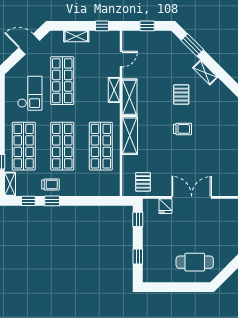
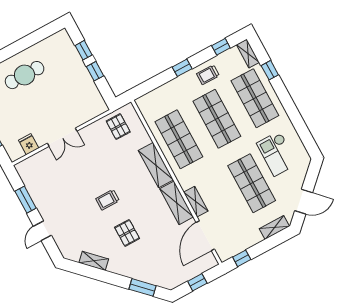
shelving: (76, 36) -> (274, 227), moved
door: (121, 59) -> (205, 236), width x1.87
shelving: (205, 72) -> (94, 261), moved
double door: (192, 197) -> (62, 137), width x0.73
window: (52, 201) -> (182, 68), moved
fridge: (165, 206) -> (29, 144), moved
window: (138, 219) -> (95, 71), moved

